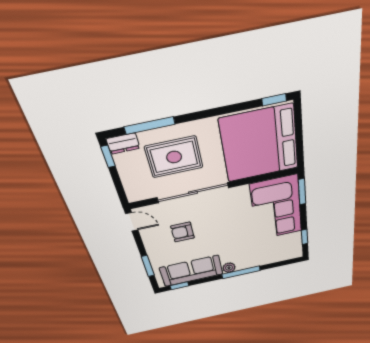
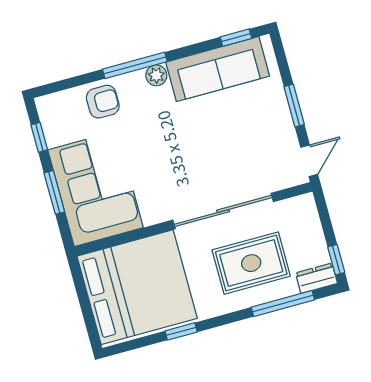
window: (274, 100) -> (181, 331), moved
window: (302, 192) -> (54, 192), moved
door: (132, 222) -> (309, 161), swing flipped
armchair: (183, 232) -> (103, 102), moved
window: (148, 266) -> (294, 106), moved

